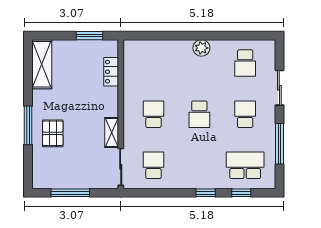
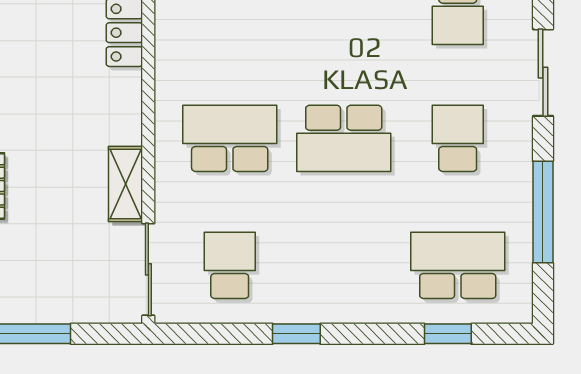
school desk: (153, 114) -> (230, 138), width x1.85
school desk: (199, 114) -> (344, 138), width x1.85
window: (206, 193) -> (296, 334), moved

